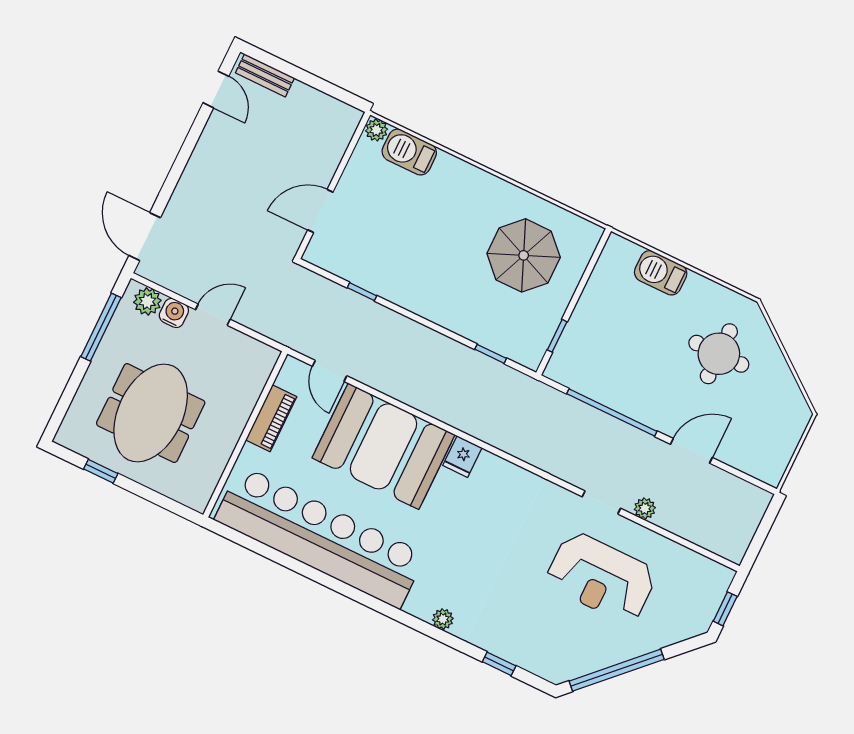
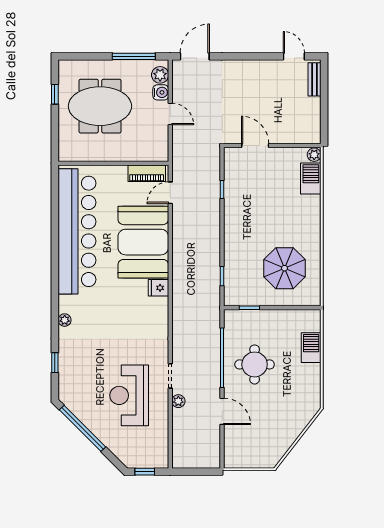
door: (216, 89) -> (294, 56), swing flipped
round table: (719, 354) -> (255, 364), moved
piano: (271, 418) -> (147, 173), moved

